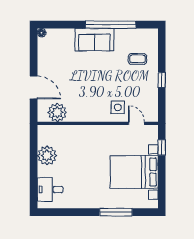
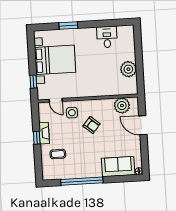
sofa: (94, 40) -> (118, 167), moved
fireplace: (153, 85) -> (44, 133), added
armchair: (95, 91) -> (92, 125), added
desk: (50, 189) -> (107, 37), moved, turned -90
window: (116, 212) -> (68, 26), width x0.69

